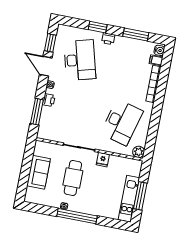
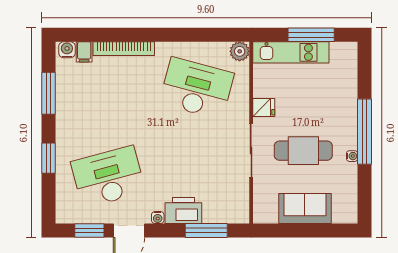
printer: (108, 39) -> (64, 137), removed
printer: (49, 100) -> (183, 211), width x1.87, depth x1.48
kitchen unit: (129, 199) -> (291, 52), moved

